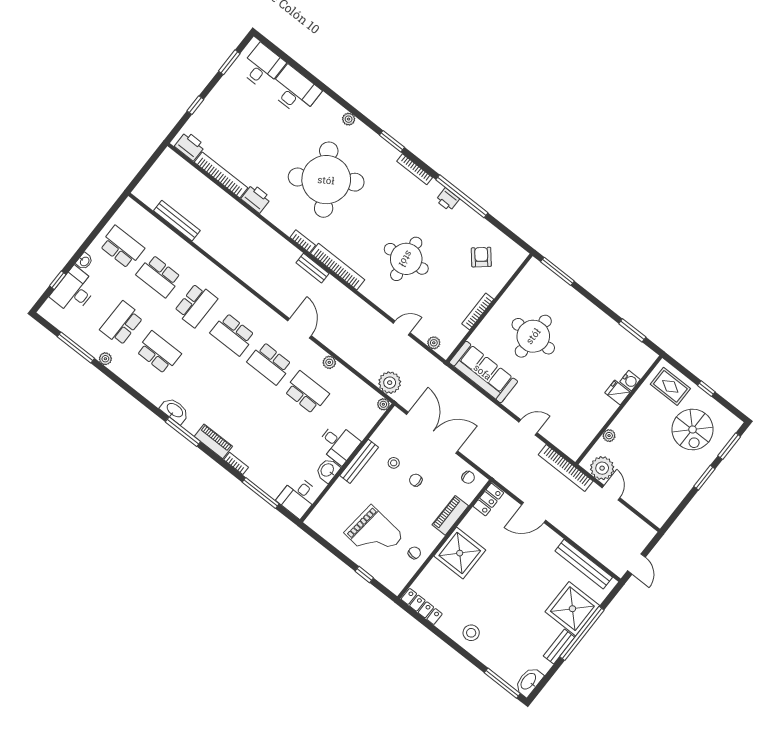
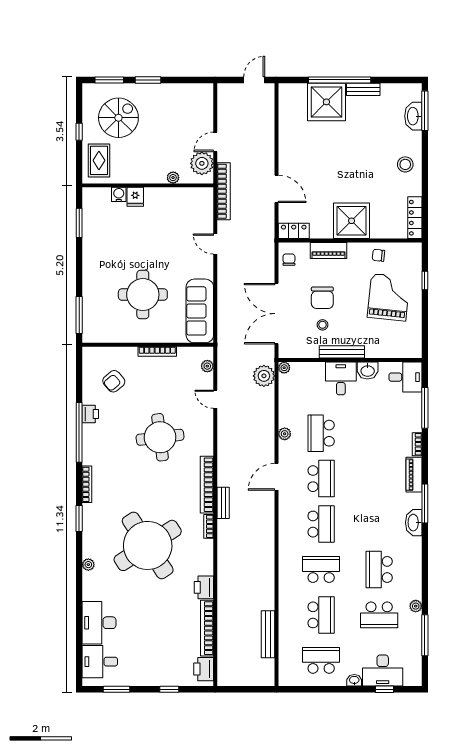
printer: (448, 200) -> (90, 414), moved
school desk: (122, 247) -> (321, 660), turned 90
chair: (416, 480) -> (322, 298), width x1.87, depth x1.87
bench: (584, 564) -> (286, 120), removed
washbasin: (529, 682) -> (413, 116), moved, turned 90

